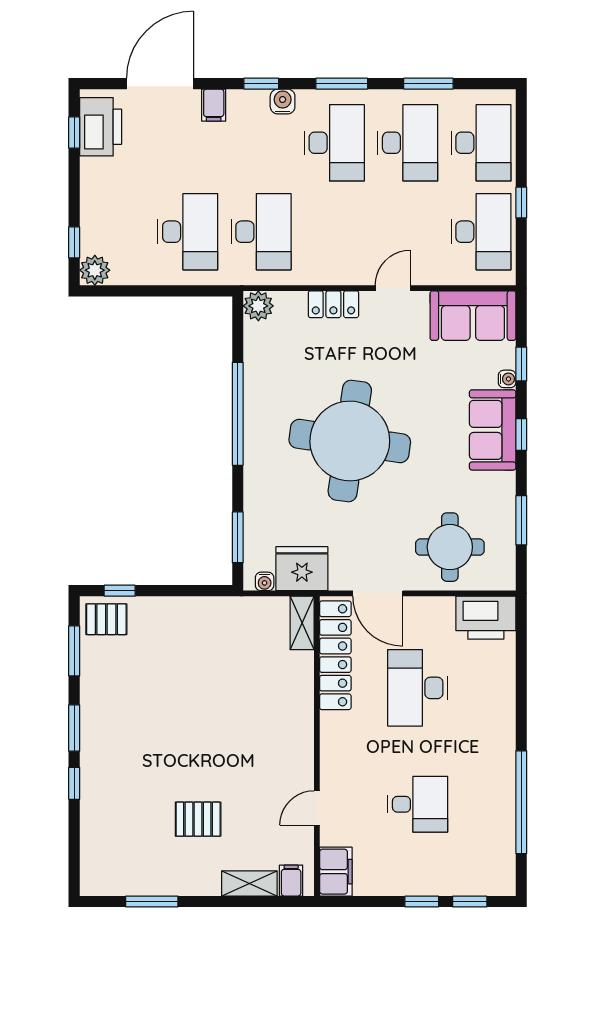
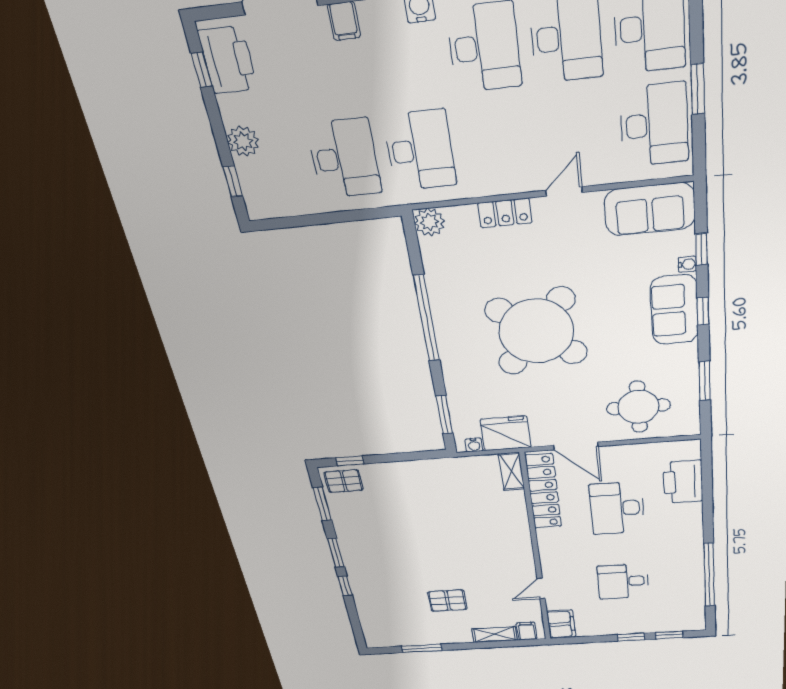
window: (521, 203) -> (698, 89), width x1.50
plant: (95, 270) -> (243, 141), moved
round table: (350, 441) -> (536, 331), turned 31
printer: (486, 618) -> (683, 482), moved, turned 90
desk: (418, 804) -> (623, 581), turned 180

